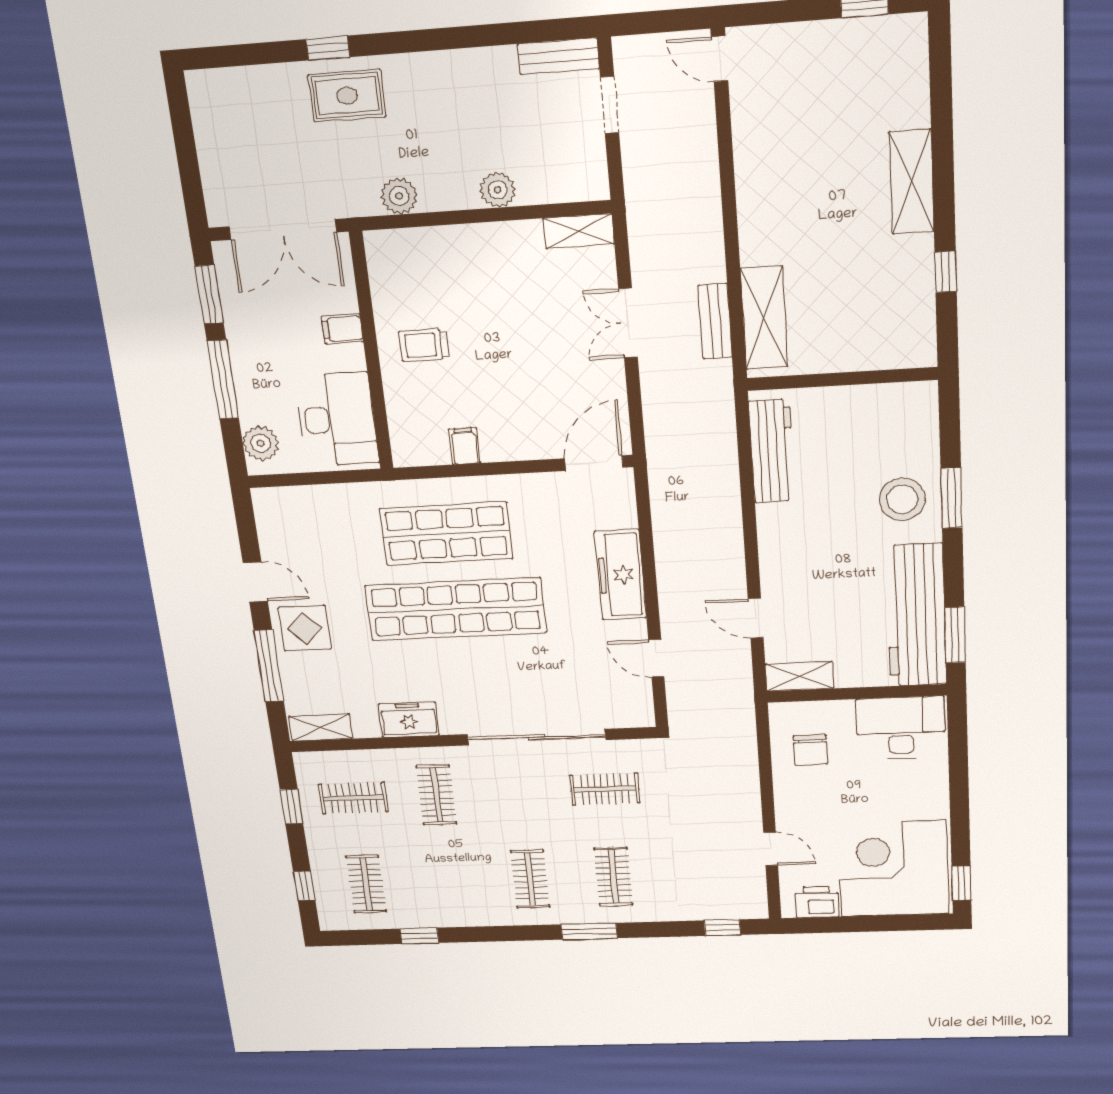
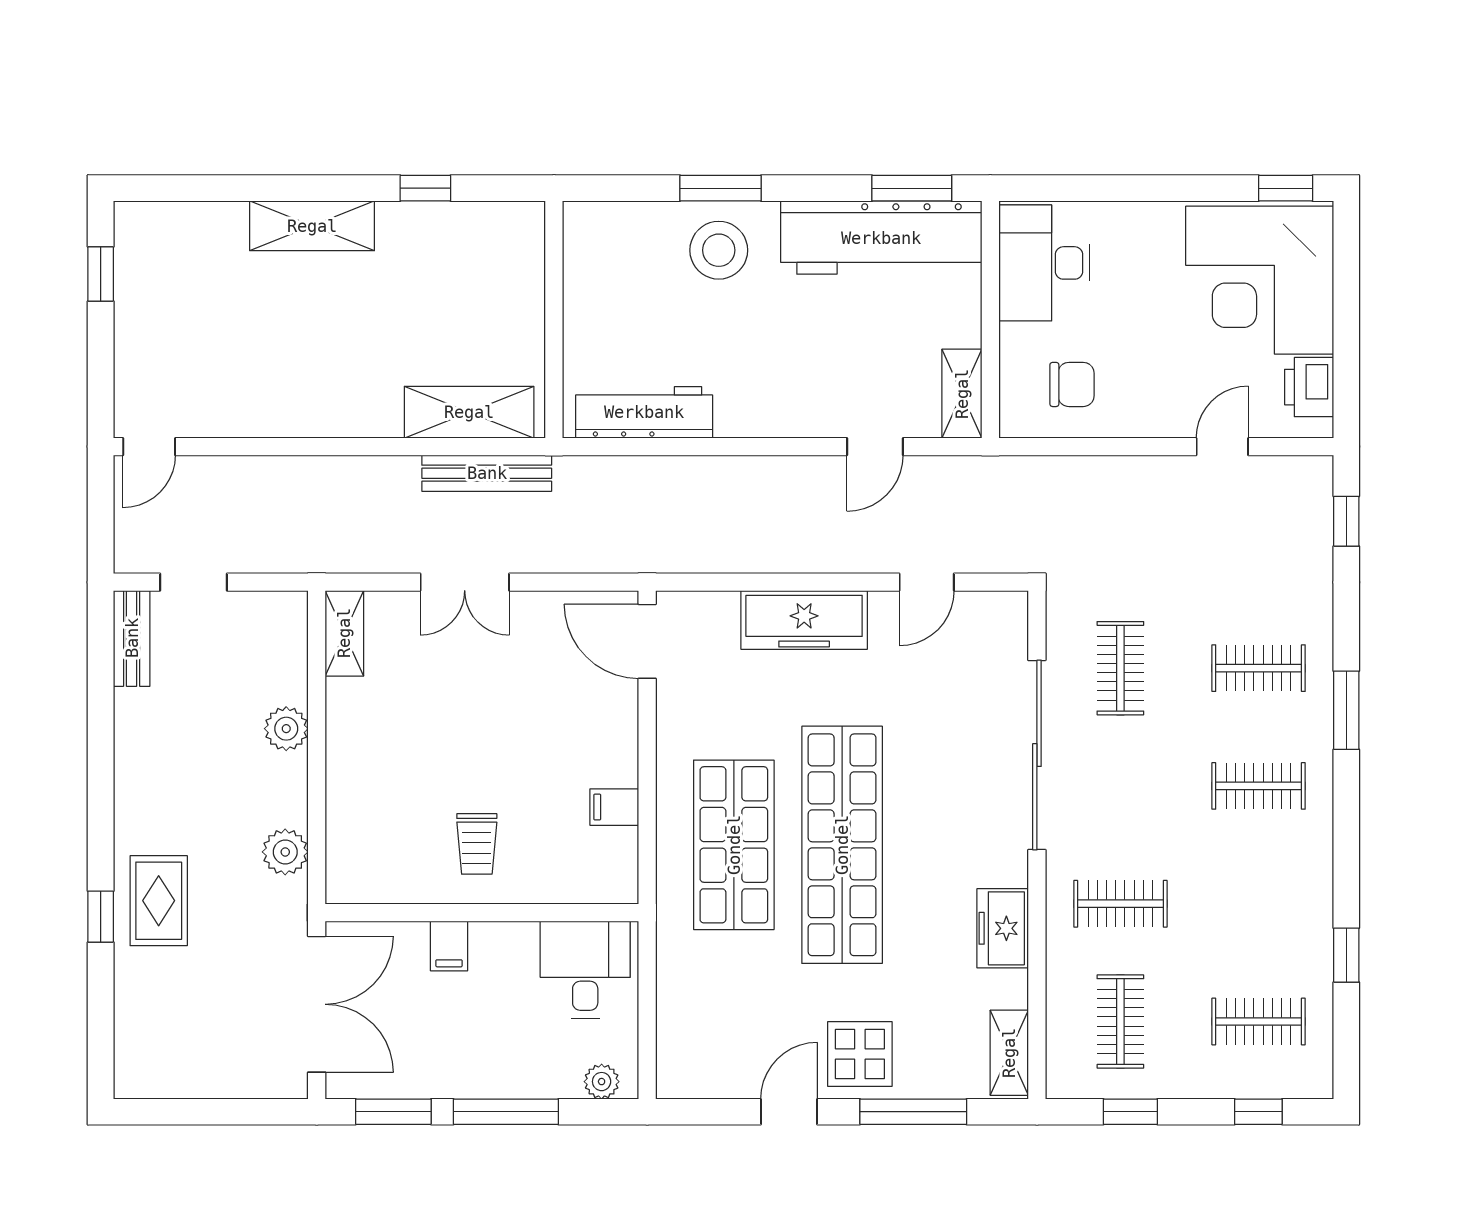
bench: (715, 321) -> (487, 473), width x1.36
desk: (337, 419) -> (585, 970), width x0.73
plant: (261, 443) -> (602, 1082), width x0.73, depth x0.73

